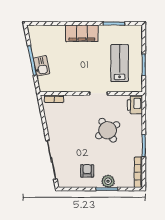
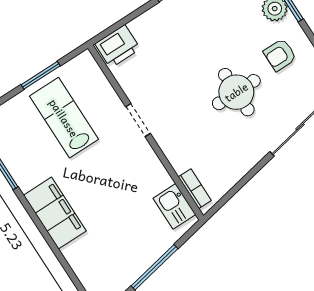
lab bench: (120, 63) -> (64, 118), turned 90
kitchen sink: (41, 66) -> (174, 206), moved, turned -79
round table: (108, 130) -> (236, 92), moved, turned 32

